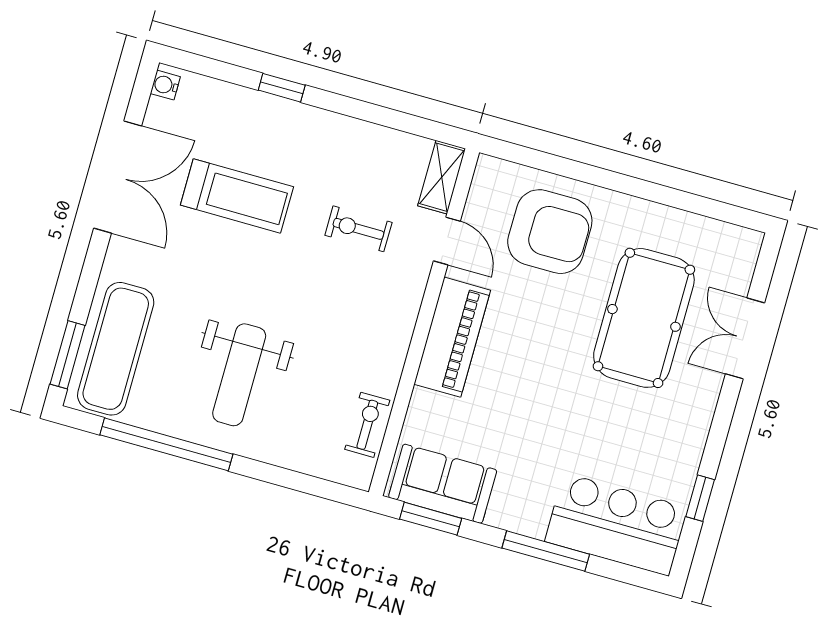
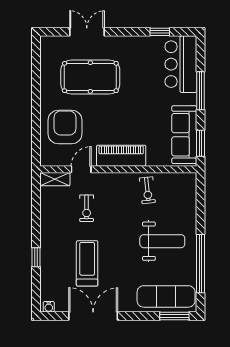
double door: (745, 338) -> (87, 32), swing flipped
exercise bike: (367, 425) -> (147, 190), moved, turned -96
sofa: (443, 484) -> (184, 135), width x1.36

